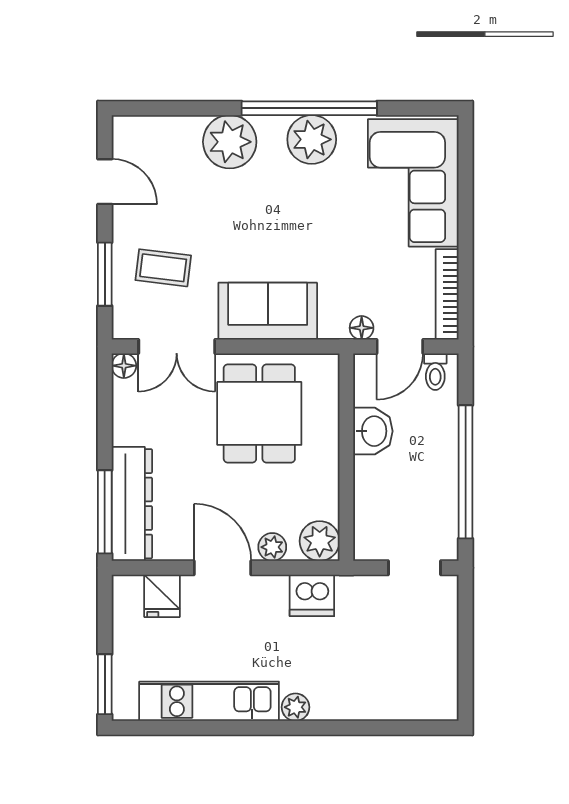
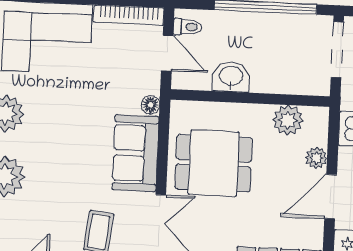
floor lamp: (362, 328) -> (151, 105), moved
plant: (320, 541) -> (288, 120), moved
doorway: (414, 568) -> (337, 50), width x1.38

